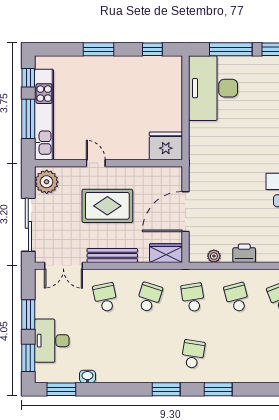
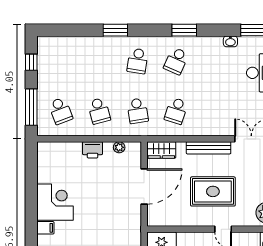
school desk: (105, 297) -> (176, 61), moved, turned 36
window: (166, 389) -> (184, 30), moved

